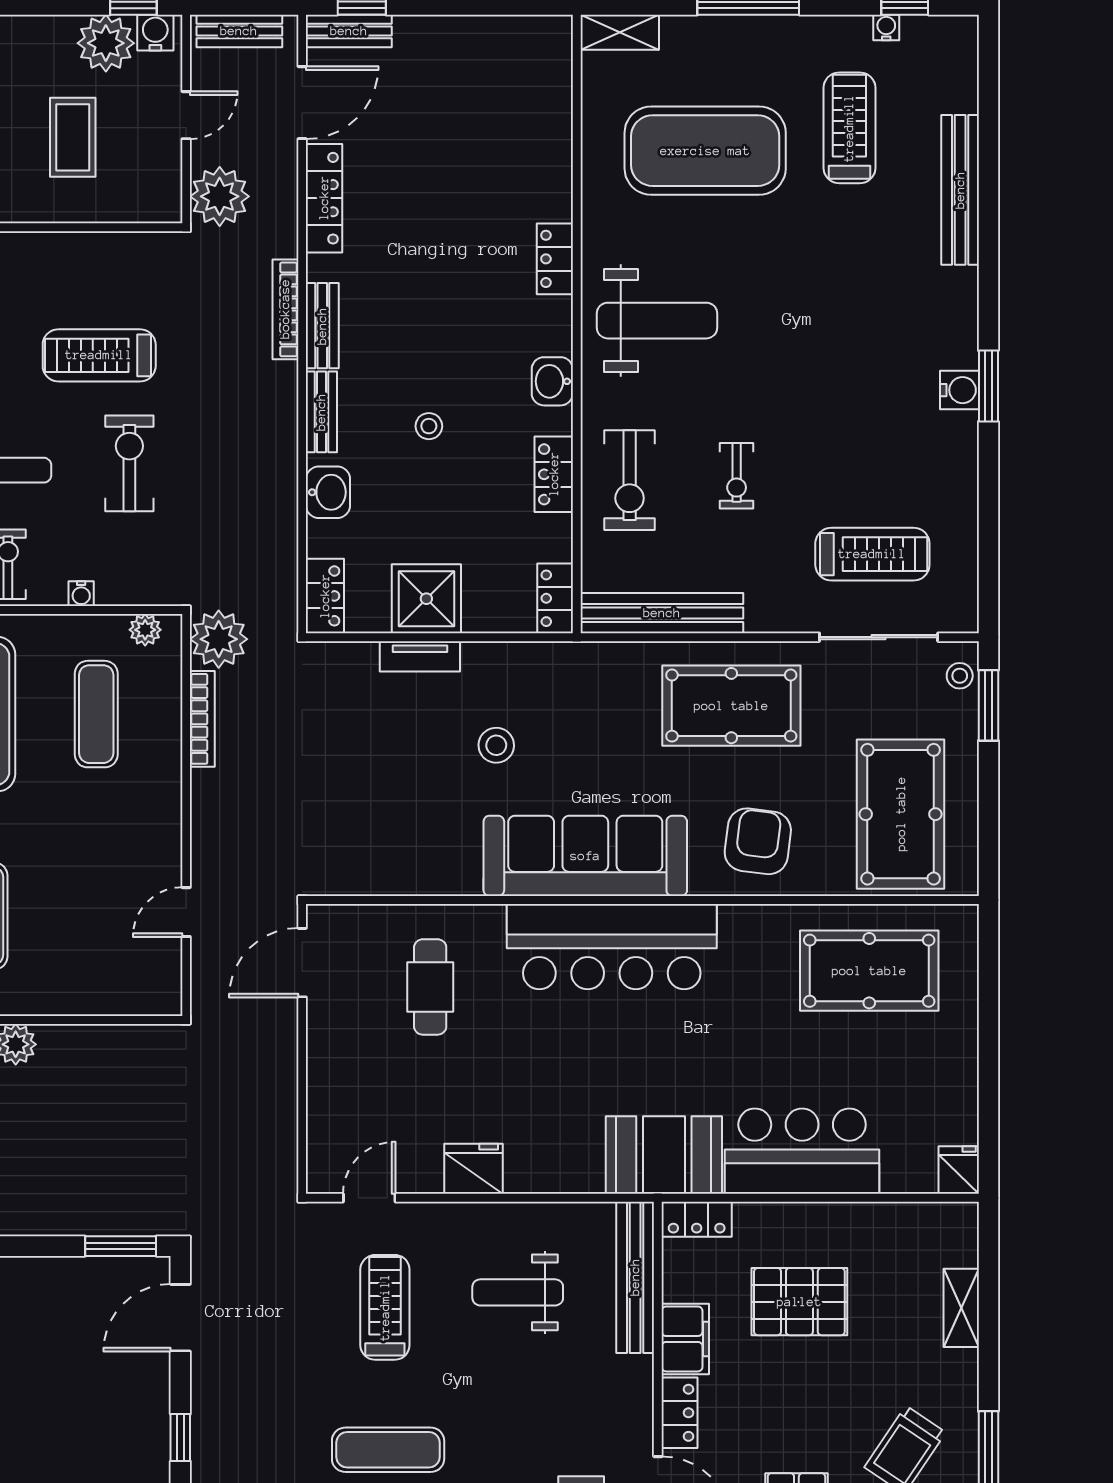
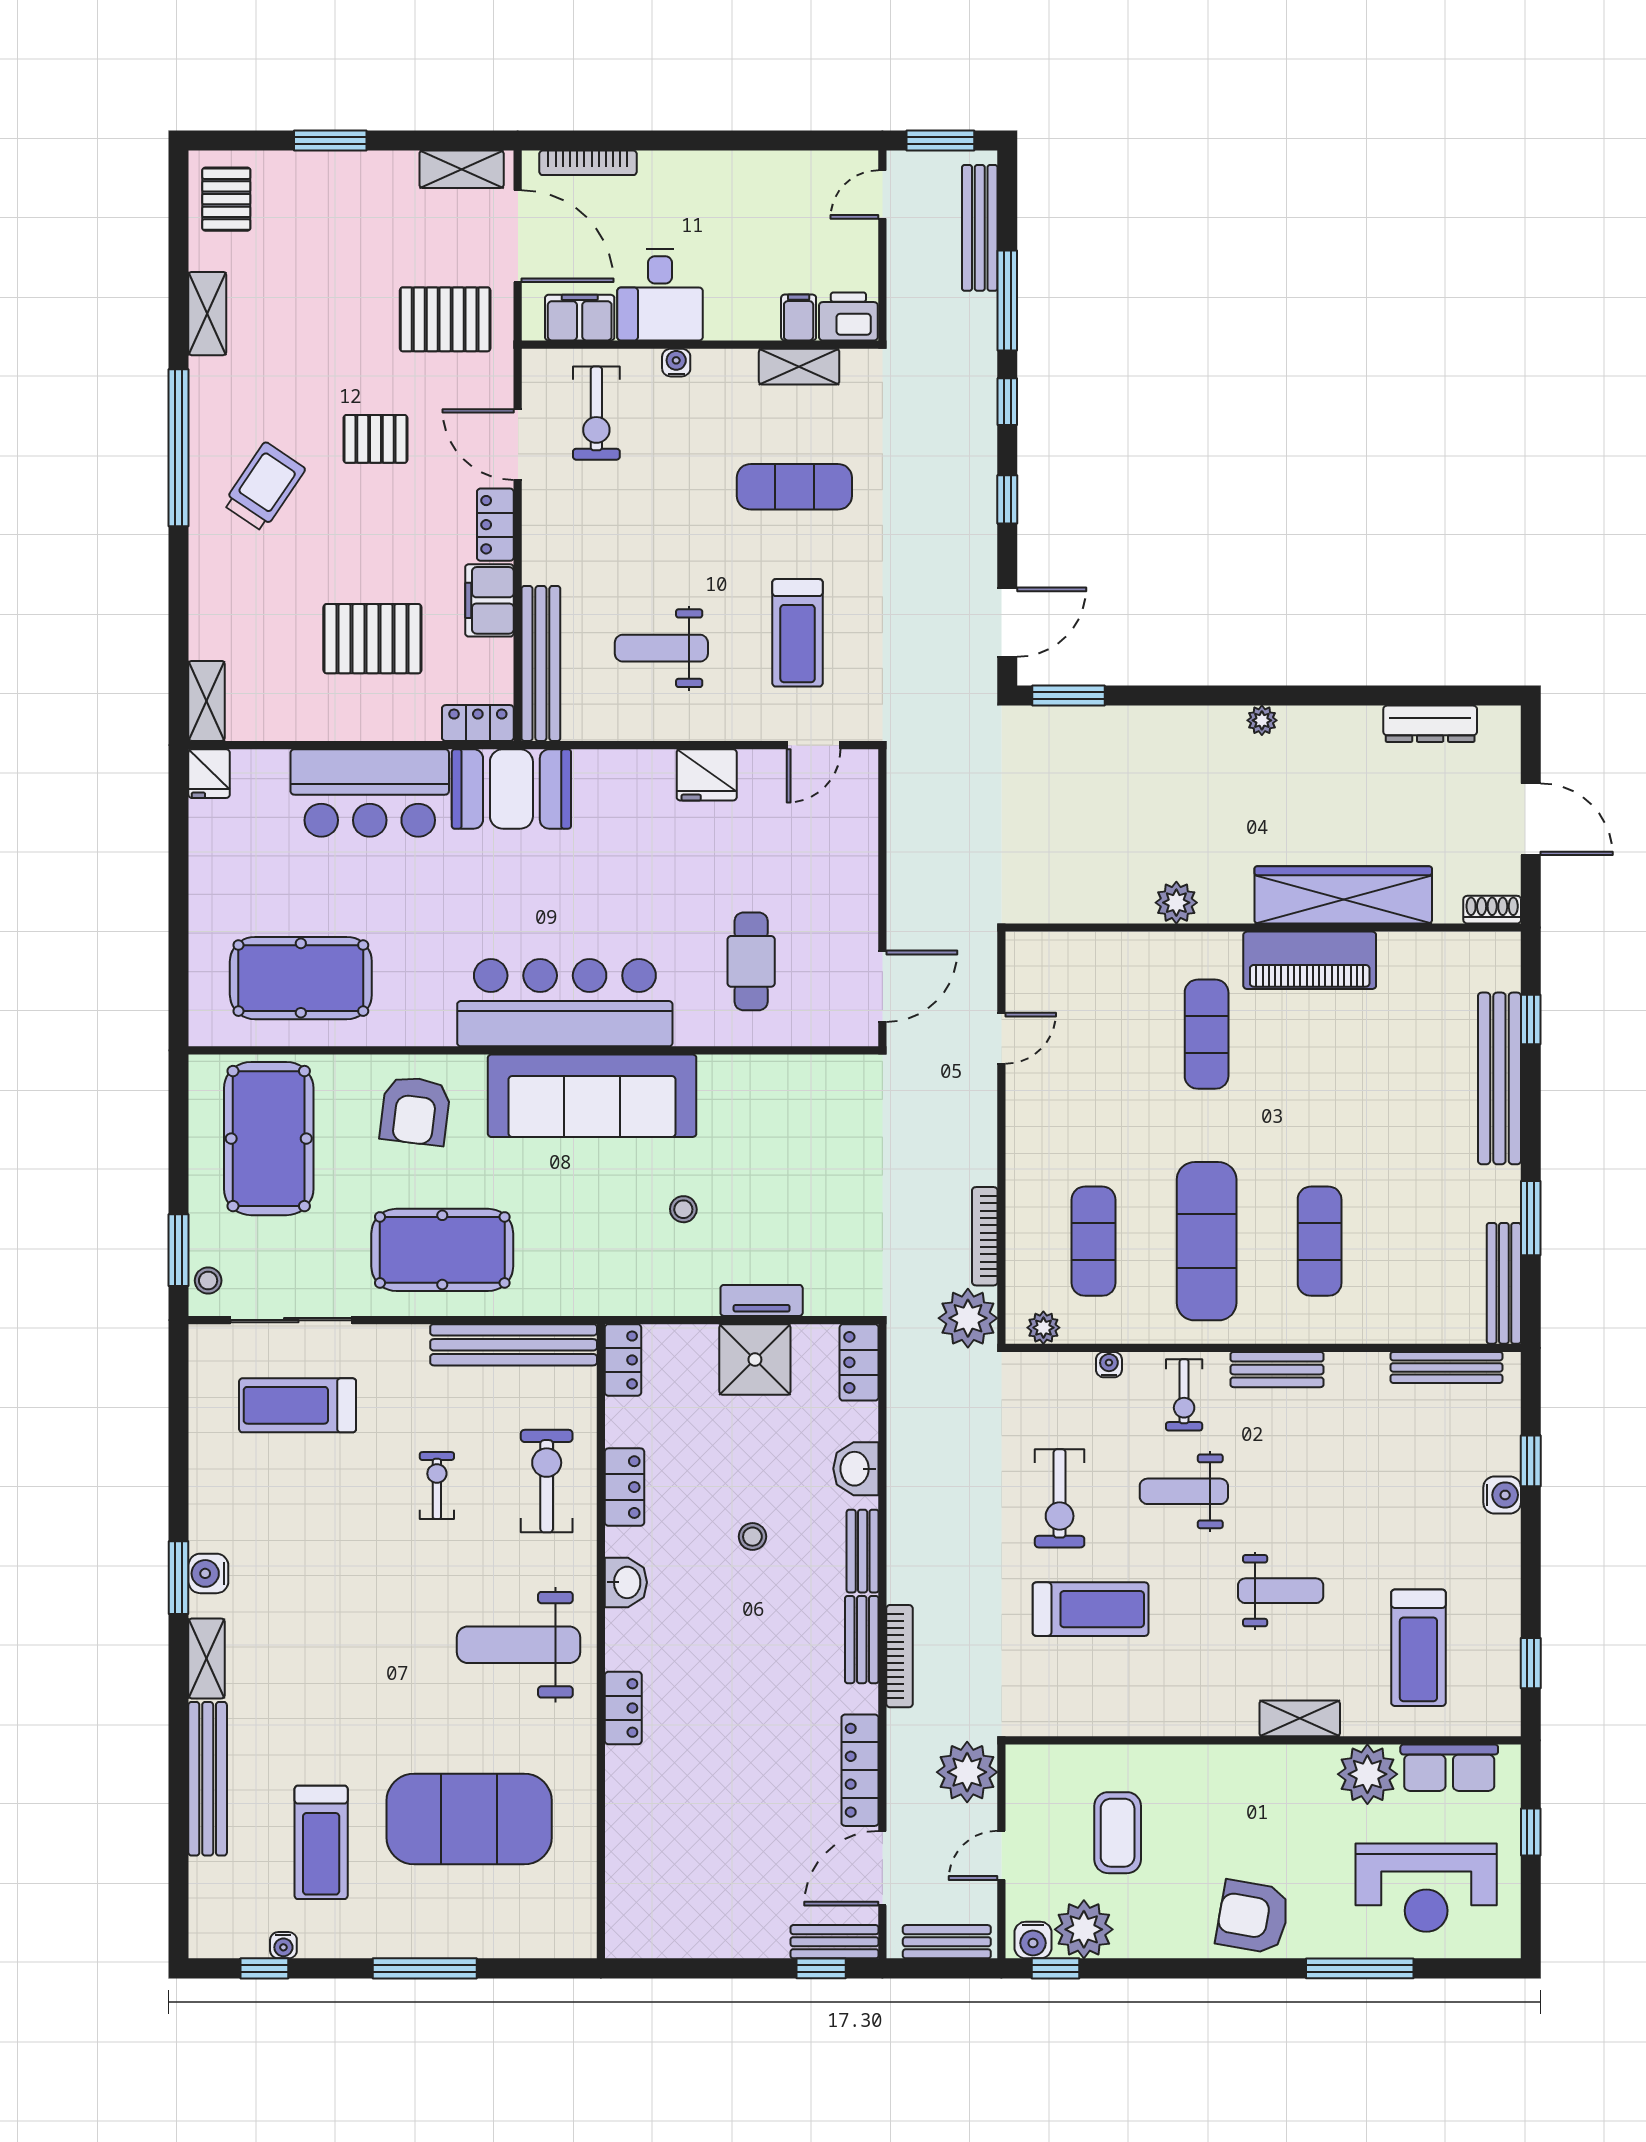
shelving: (620, 32) -> (207, 1659), moved, turned 90
stool: (496, 745) -> (683, 1209), width x0.73, depth x0.73
weight bench: (518, 1292) -> (661, 648), turned 180
shelving: (961, 1308) -> (207, 701), moved

